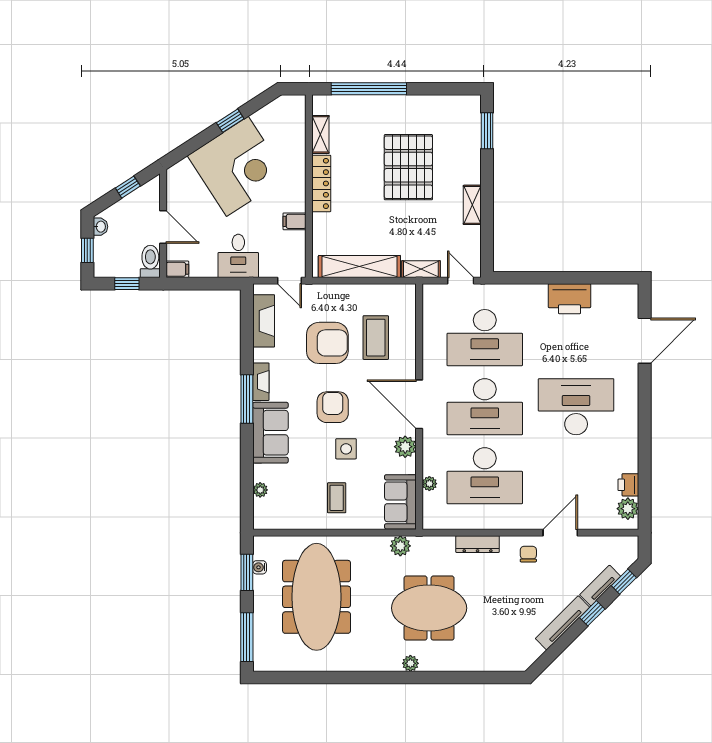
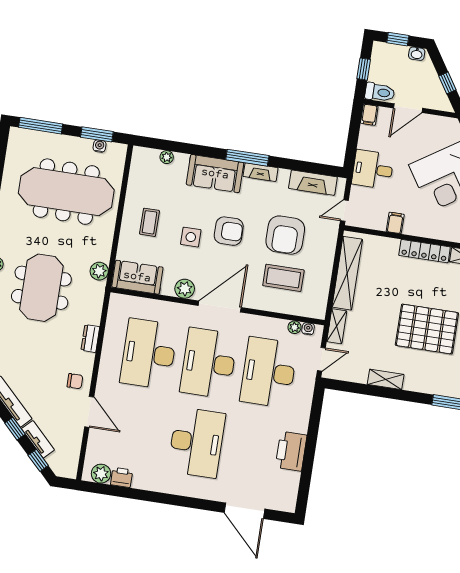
water cooler: (429, 301) -> (308, 329), added
plant: (429, 484) -> (294, 327), moved
coffee table: (337, 498) -> (150, 222), turned 90
dresser: (478, 544) -> (90, 338), width x0.70

